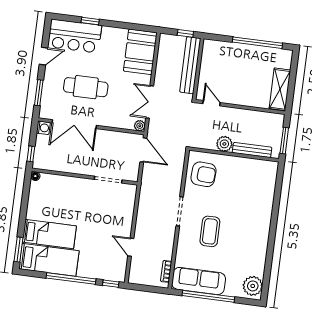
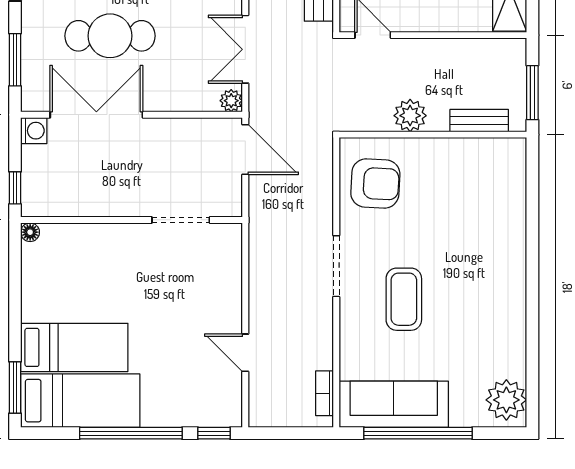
double door: (74, 124) -> (96, 115), swing flipped
bench: (252, 150) -> (479, 121), width x0.73

